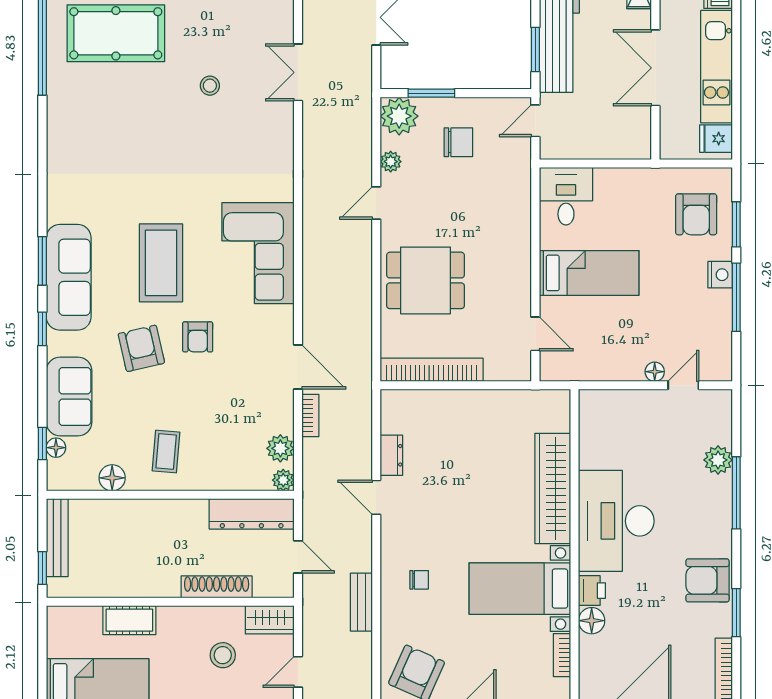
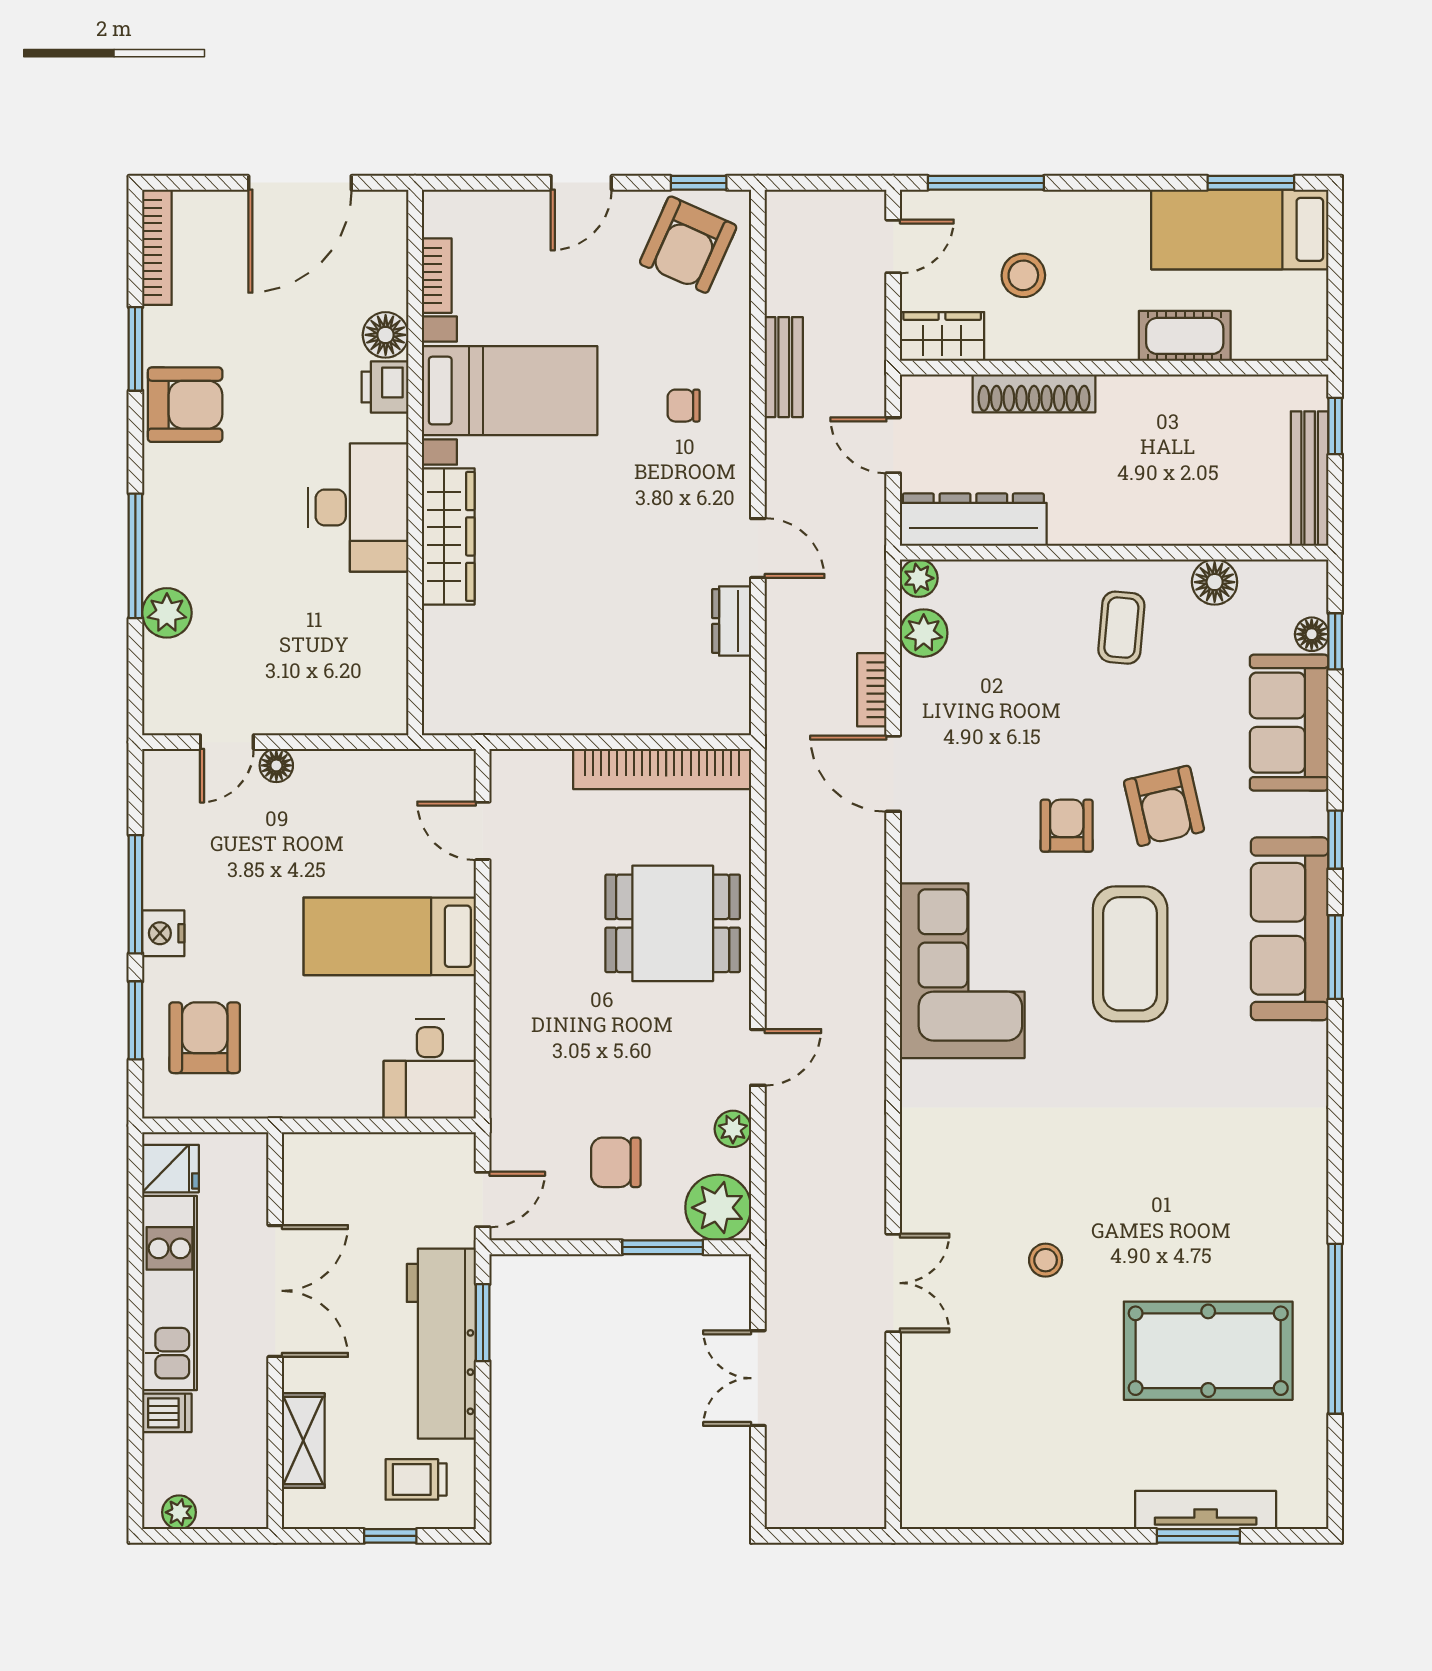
wardrobe: (553, 488) -> (448, 536), width x0.71, depth x0.85
desk: (616, 521) -> (358, 507), width x0.73, depth x0.77

